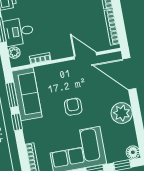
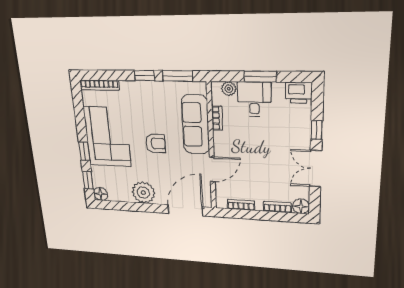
bookcase: (112, 27) -> (241, 205), width x0.64
sofa: (27, 94) -> (196, 125), moved, turned 90

